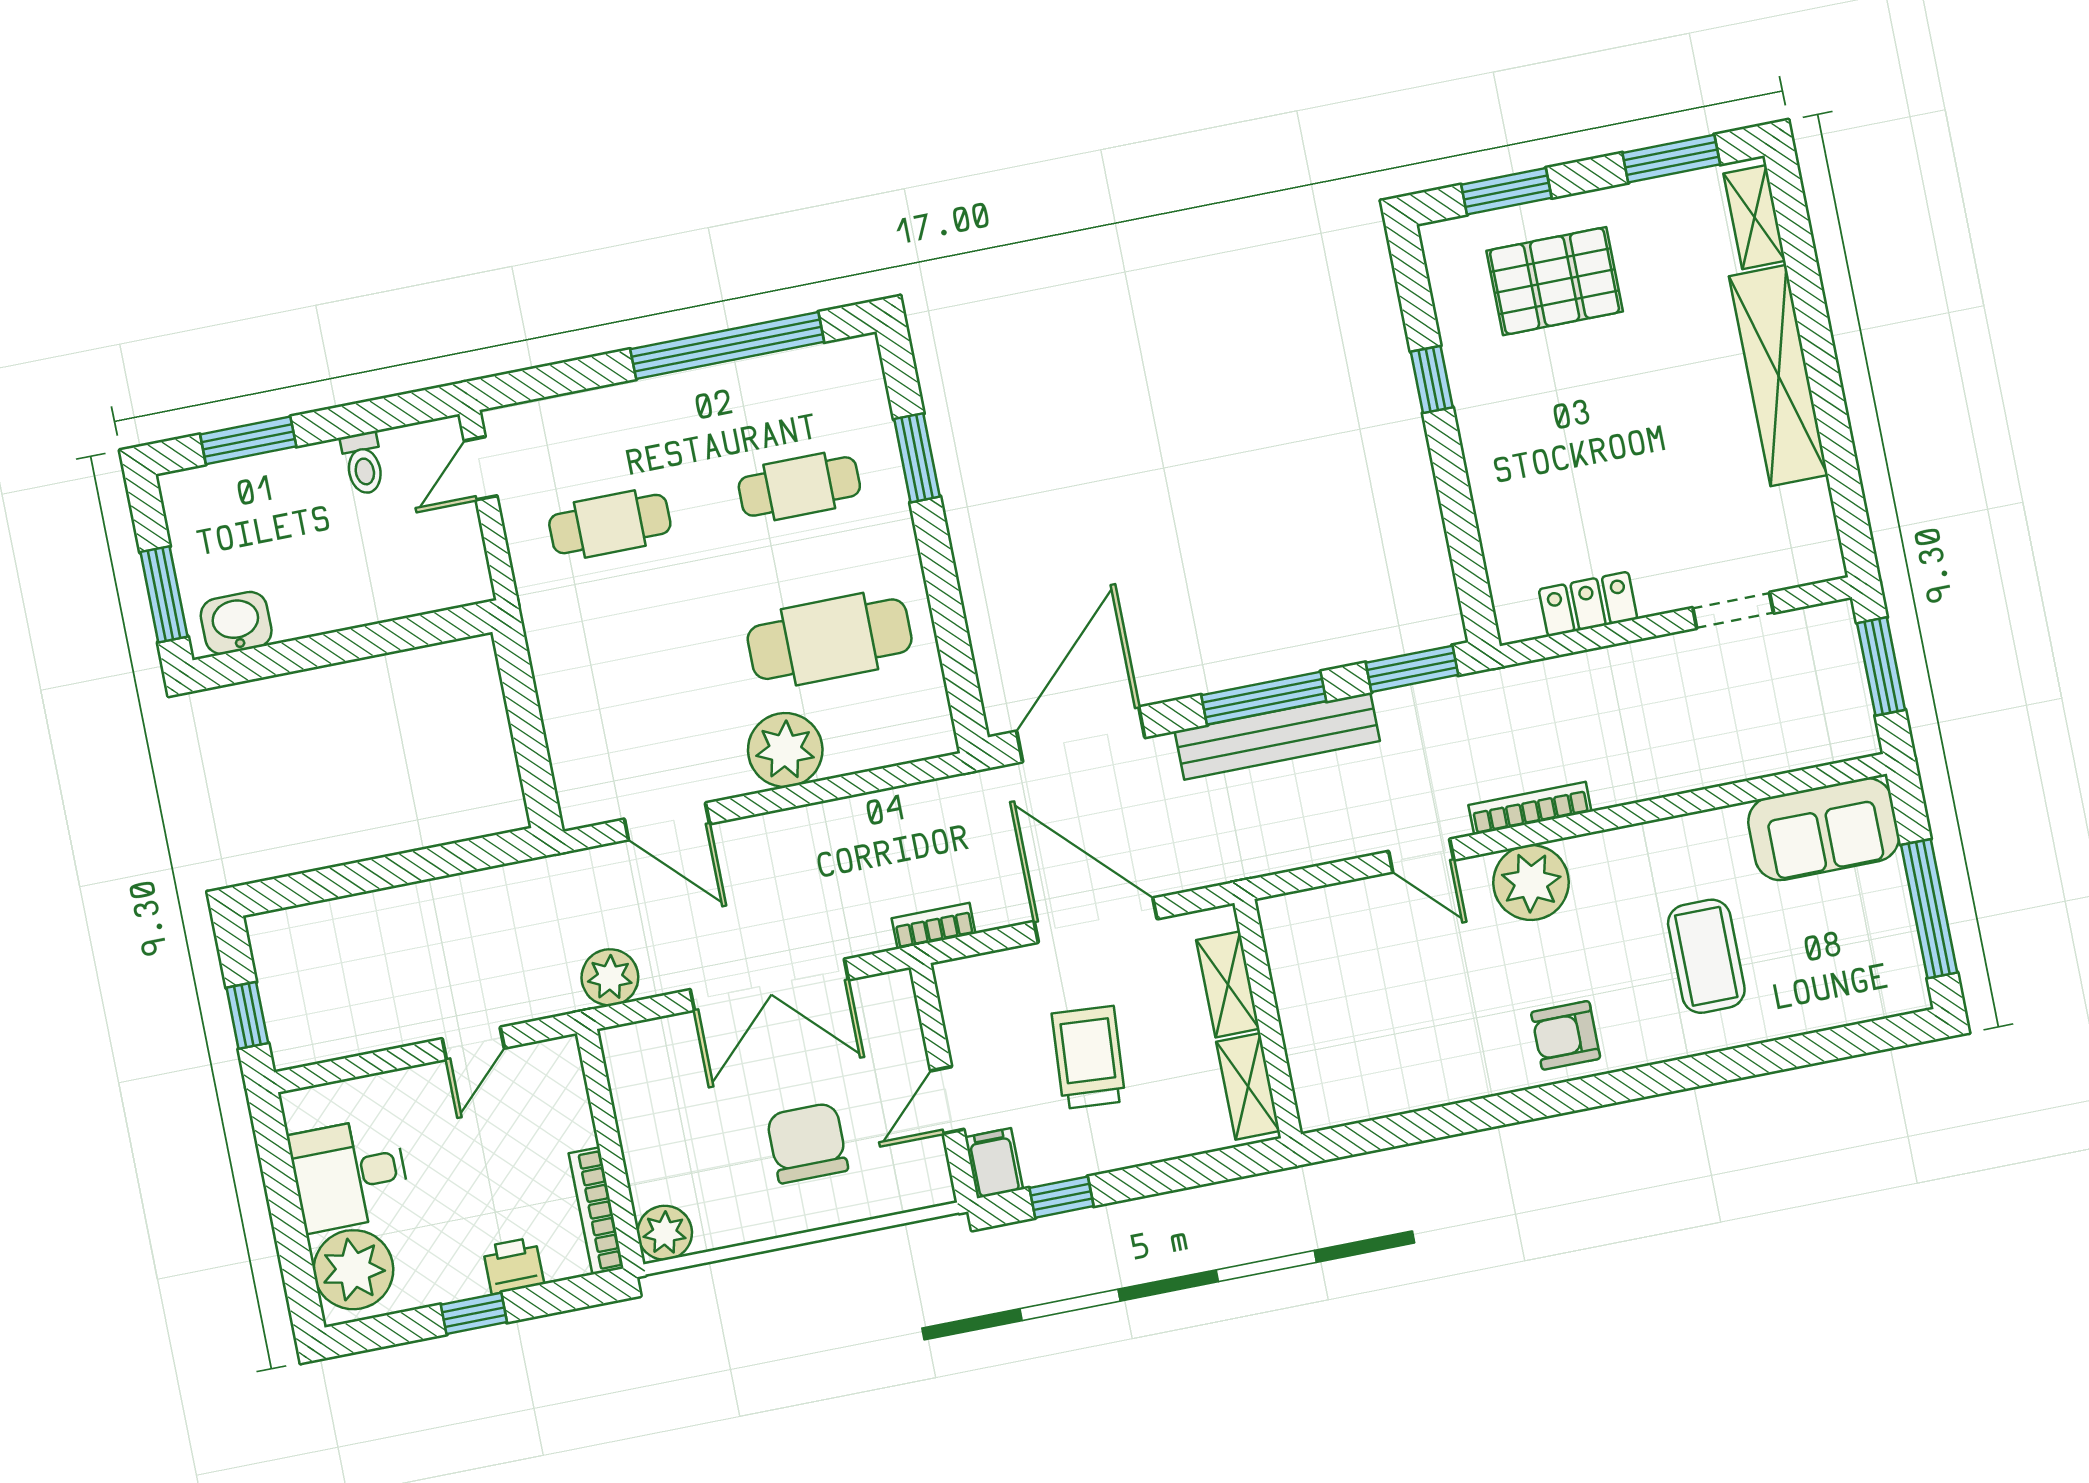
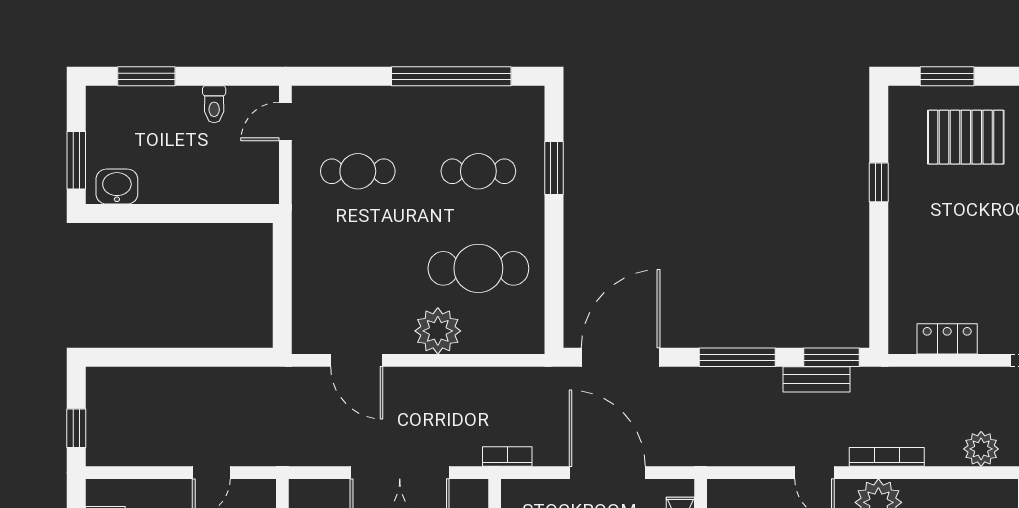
bench: (1277, 736) -> (816, 379), moved, width x0.54, depth x0.82
plant: (610, 977) -> (981, 449), moved

